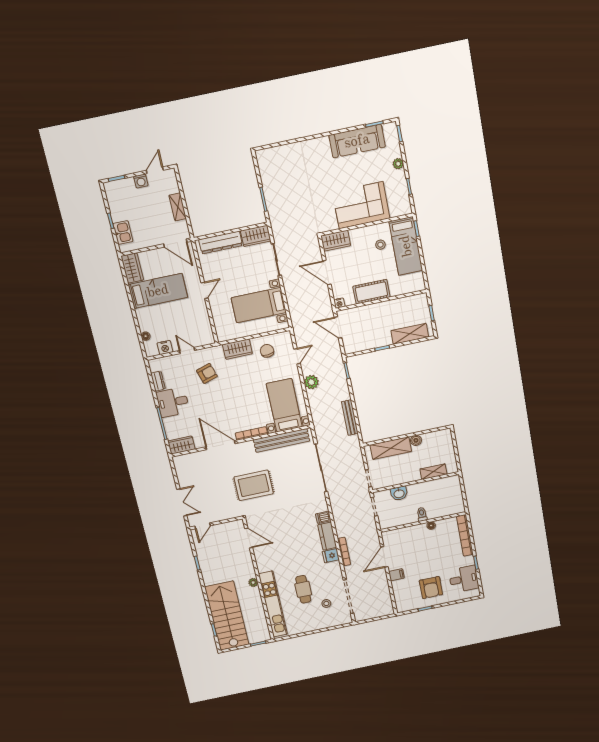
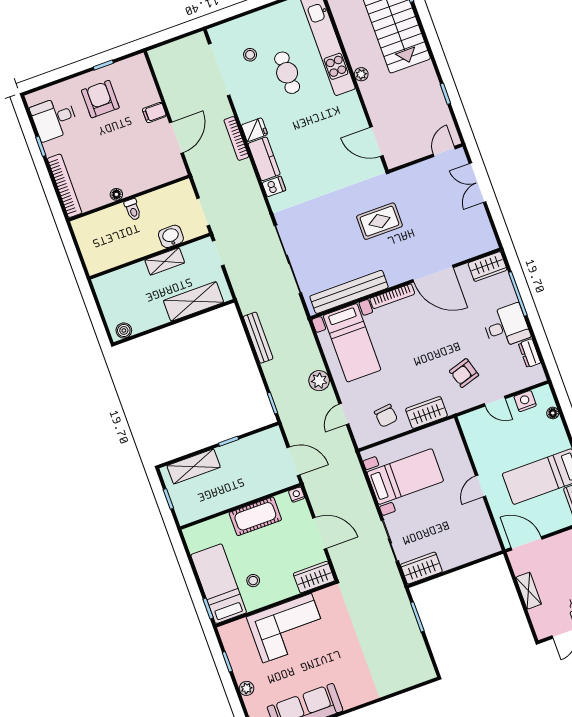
dresser: (221, 243) -> (467, 553), removed
boiler: (416, 440) -> (124, 330), moved
shelving: (433, 472) -> (165, 261), moved
rug: (254, 485) -> (379, 221), width x0.73, depth x0.70

